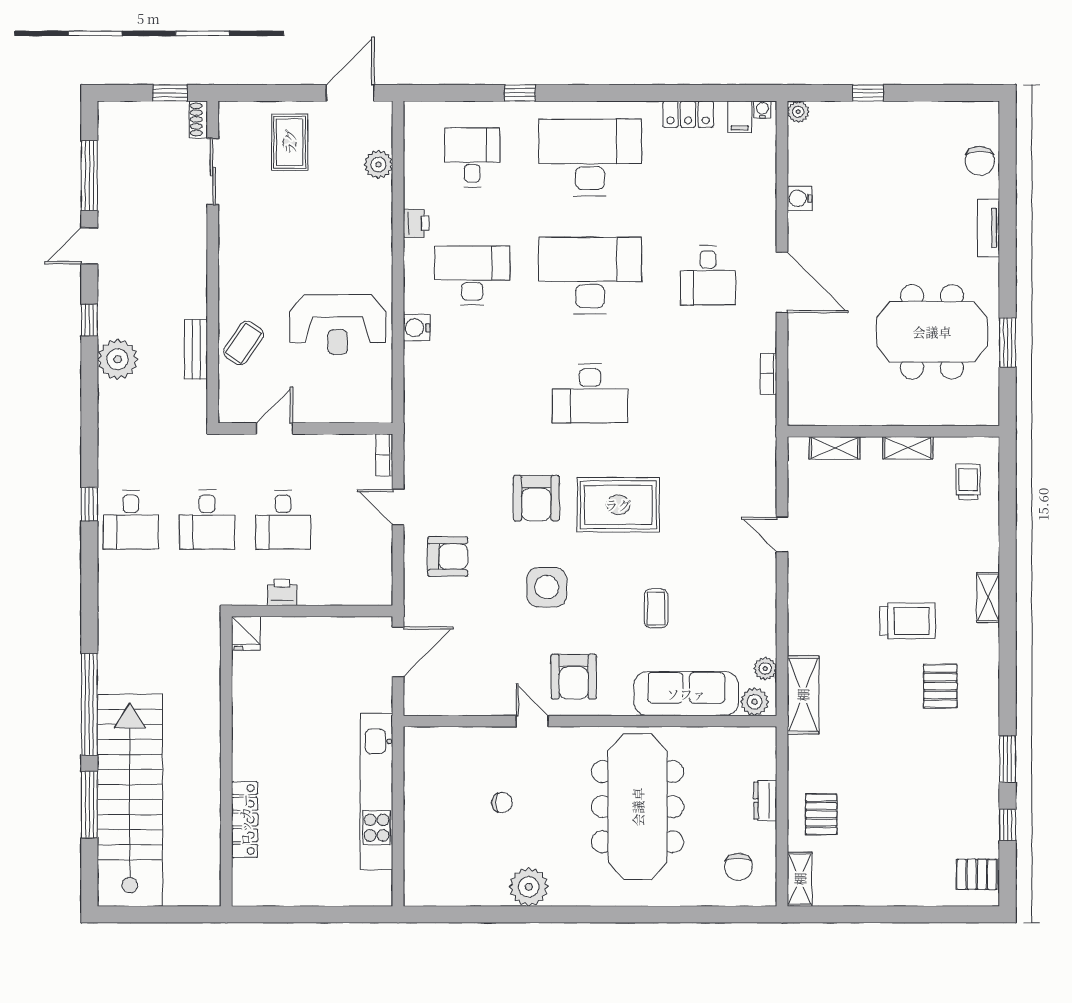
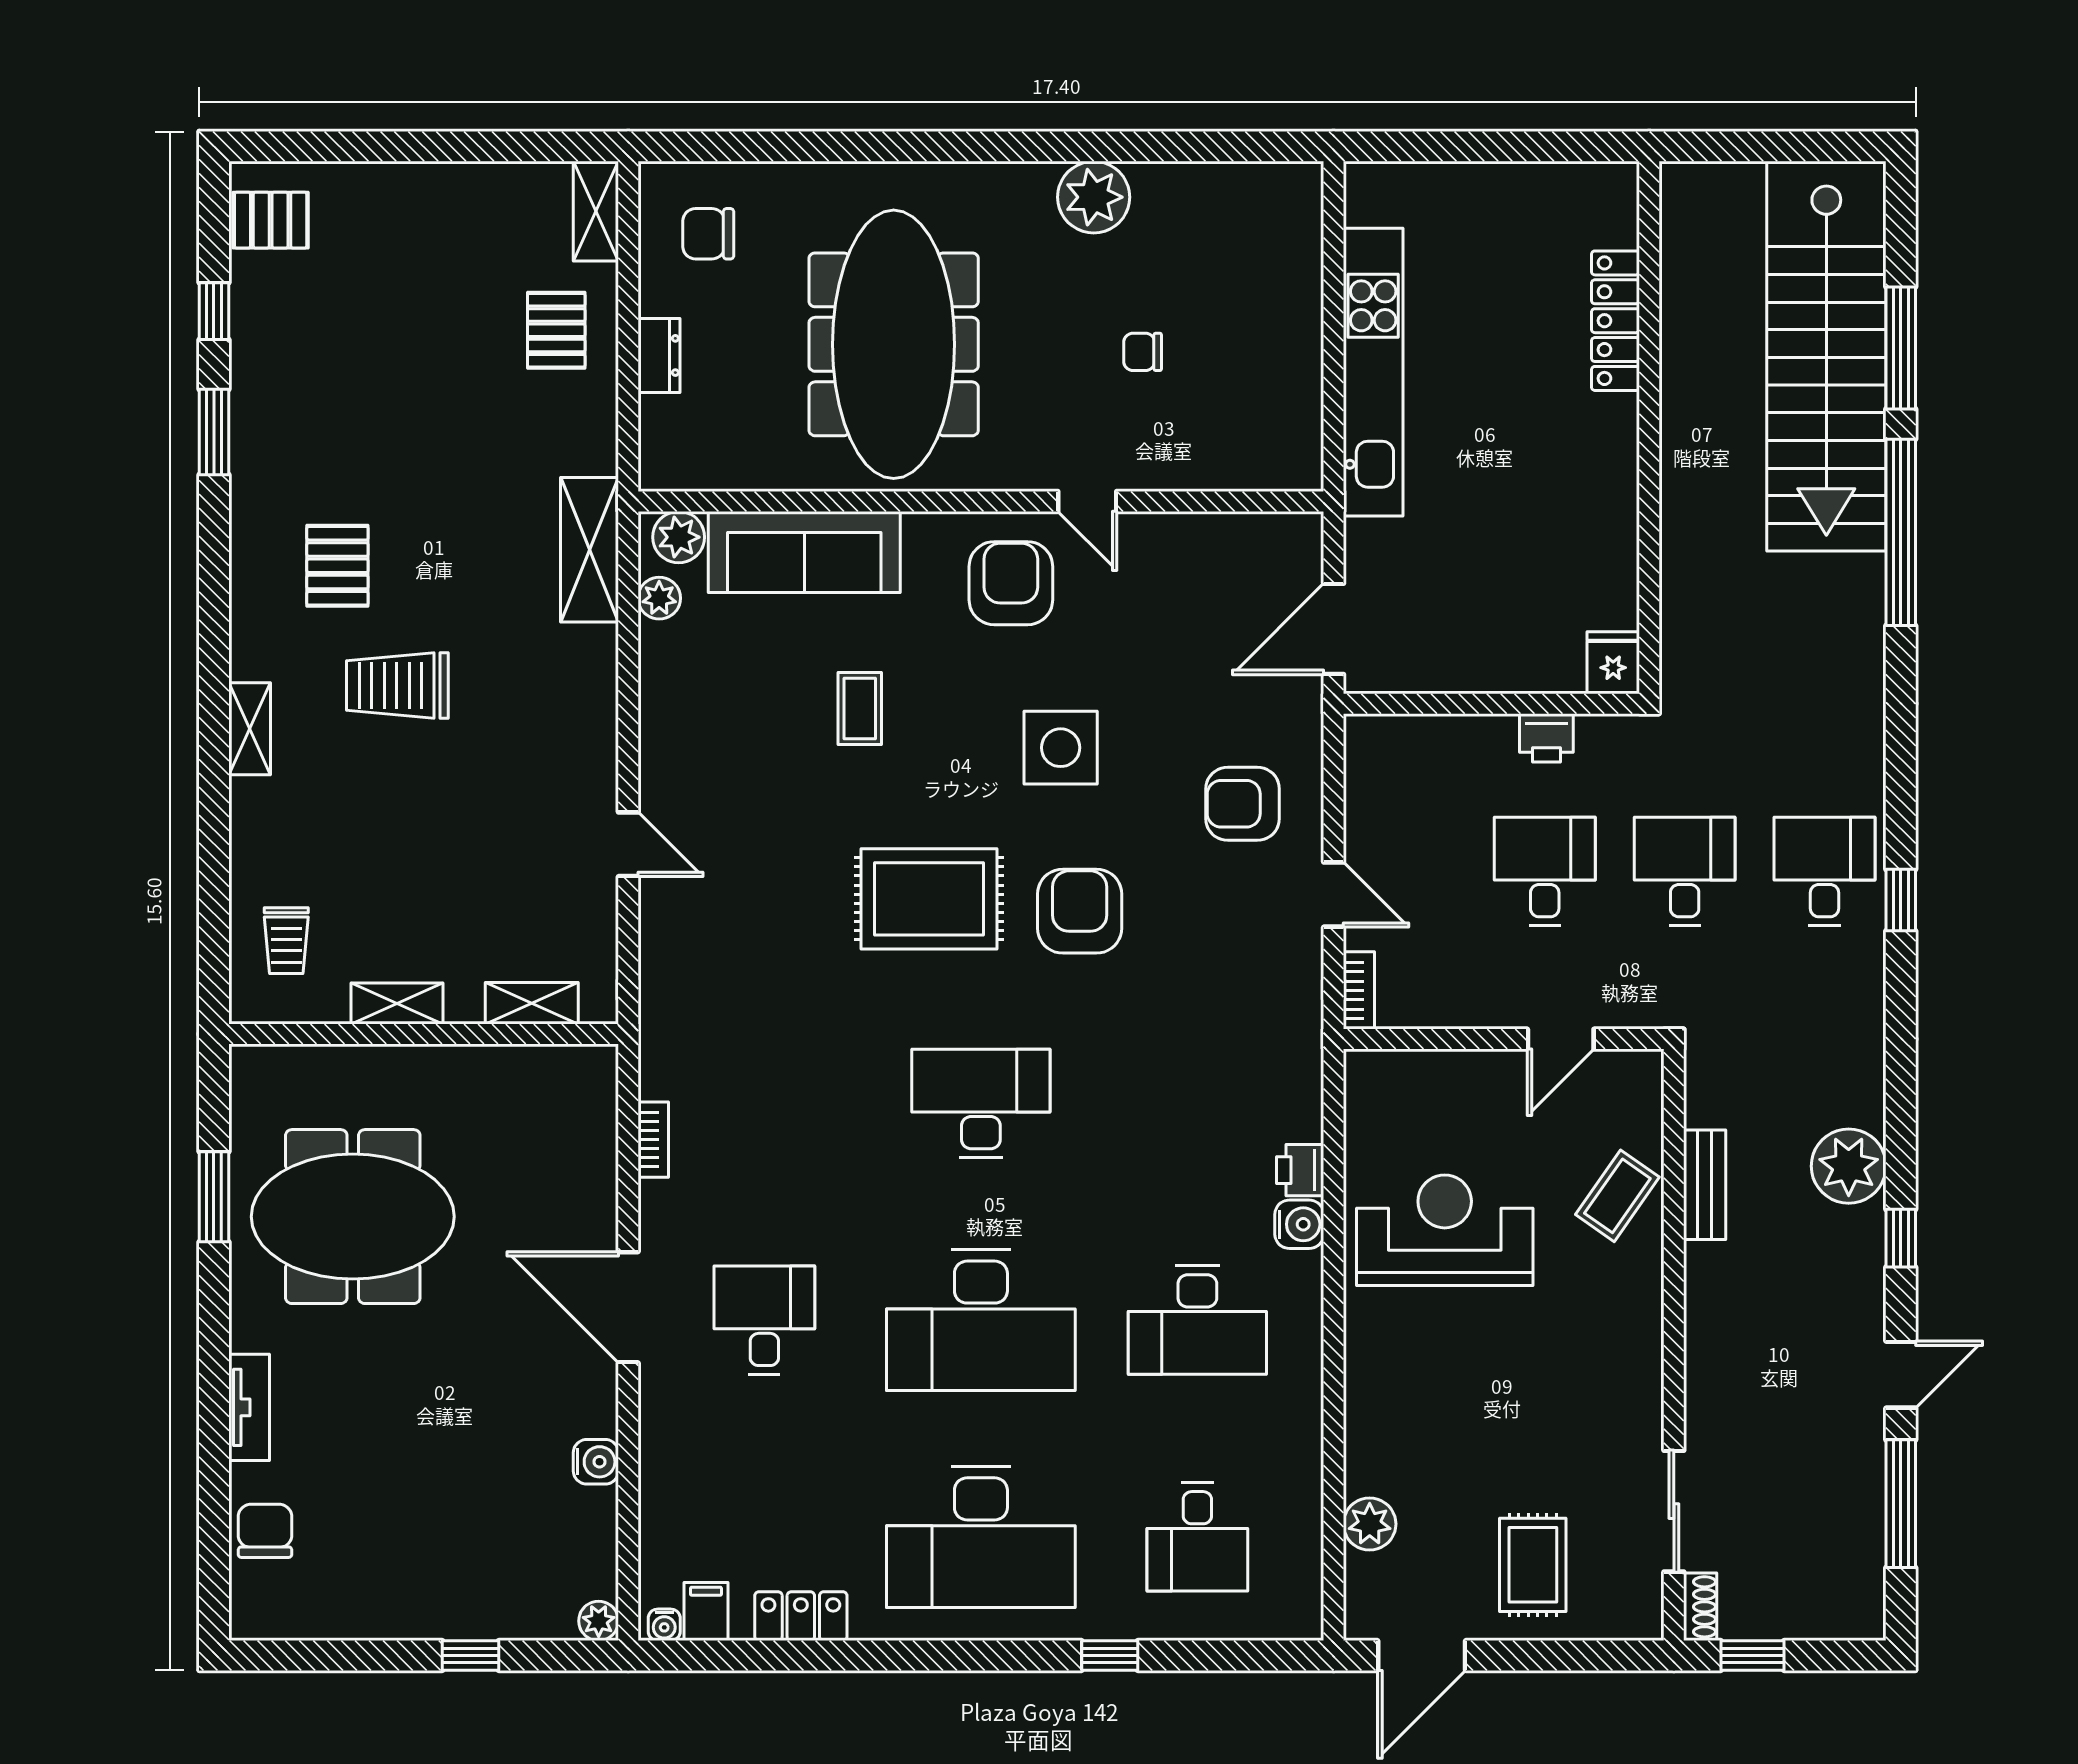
printer: (416, 223) -> (1300, 1170), moved
chair: (738, 867) -> (708, 234), turned -90

